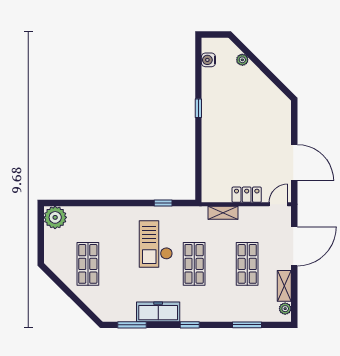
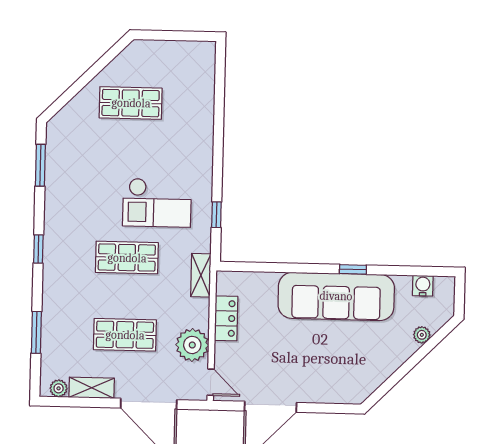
sofa: (217, 119) -> (336, 296), added
locker: (247, 195) -> (226, 318), moved
shelving: (223, 213) -> (201, 275), moved
plant: (55, 217) -> (192, 345), moved
checkout: (156, 244) -> (157, 203), turned 180
freezer: (158, 312) -> (58, 204), removed

